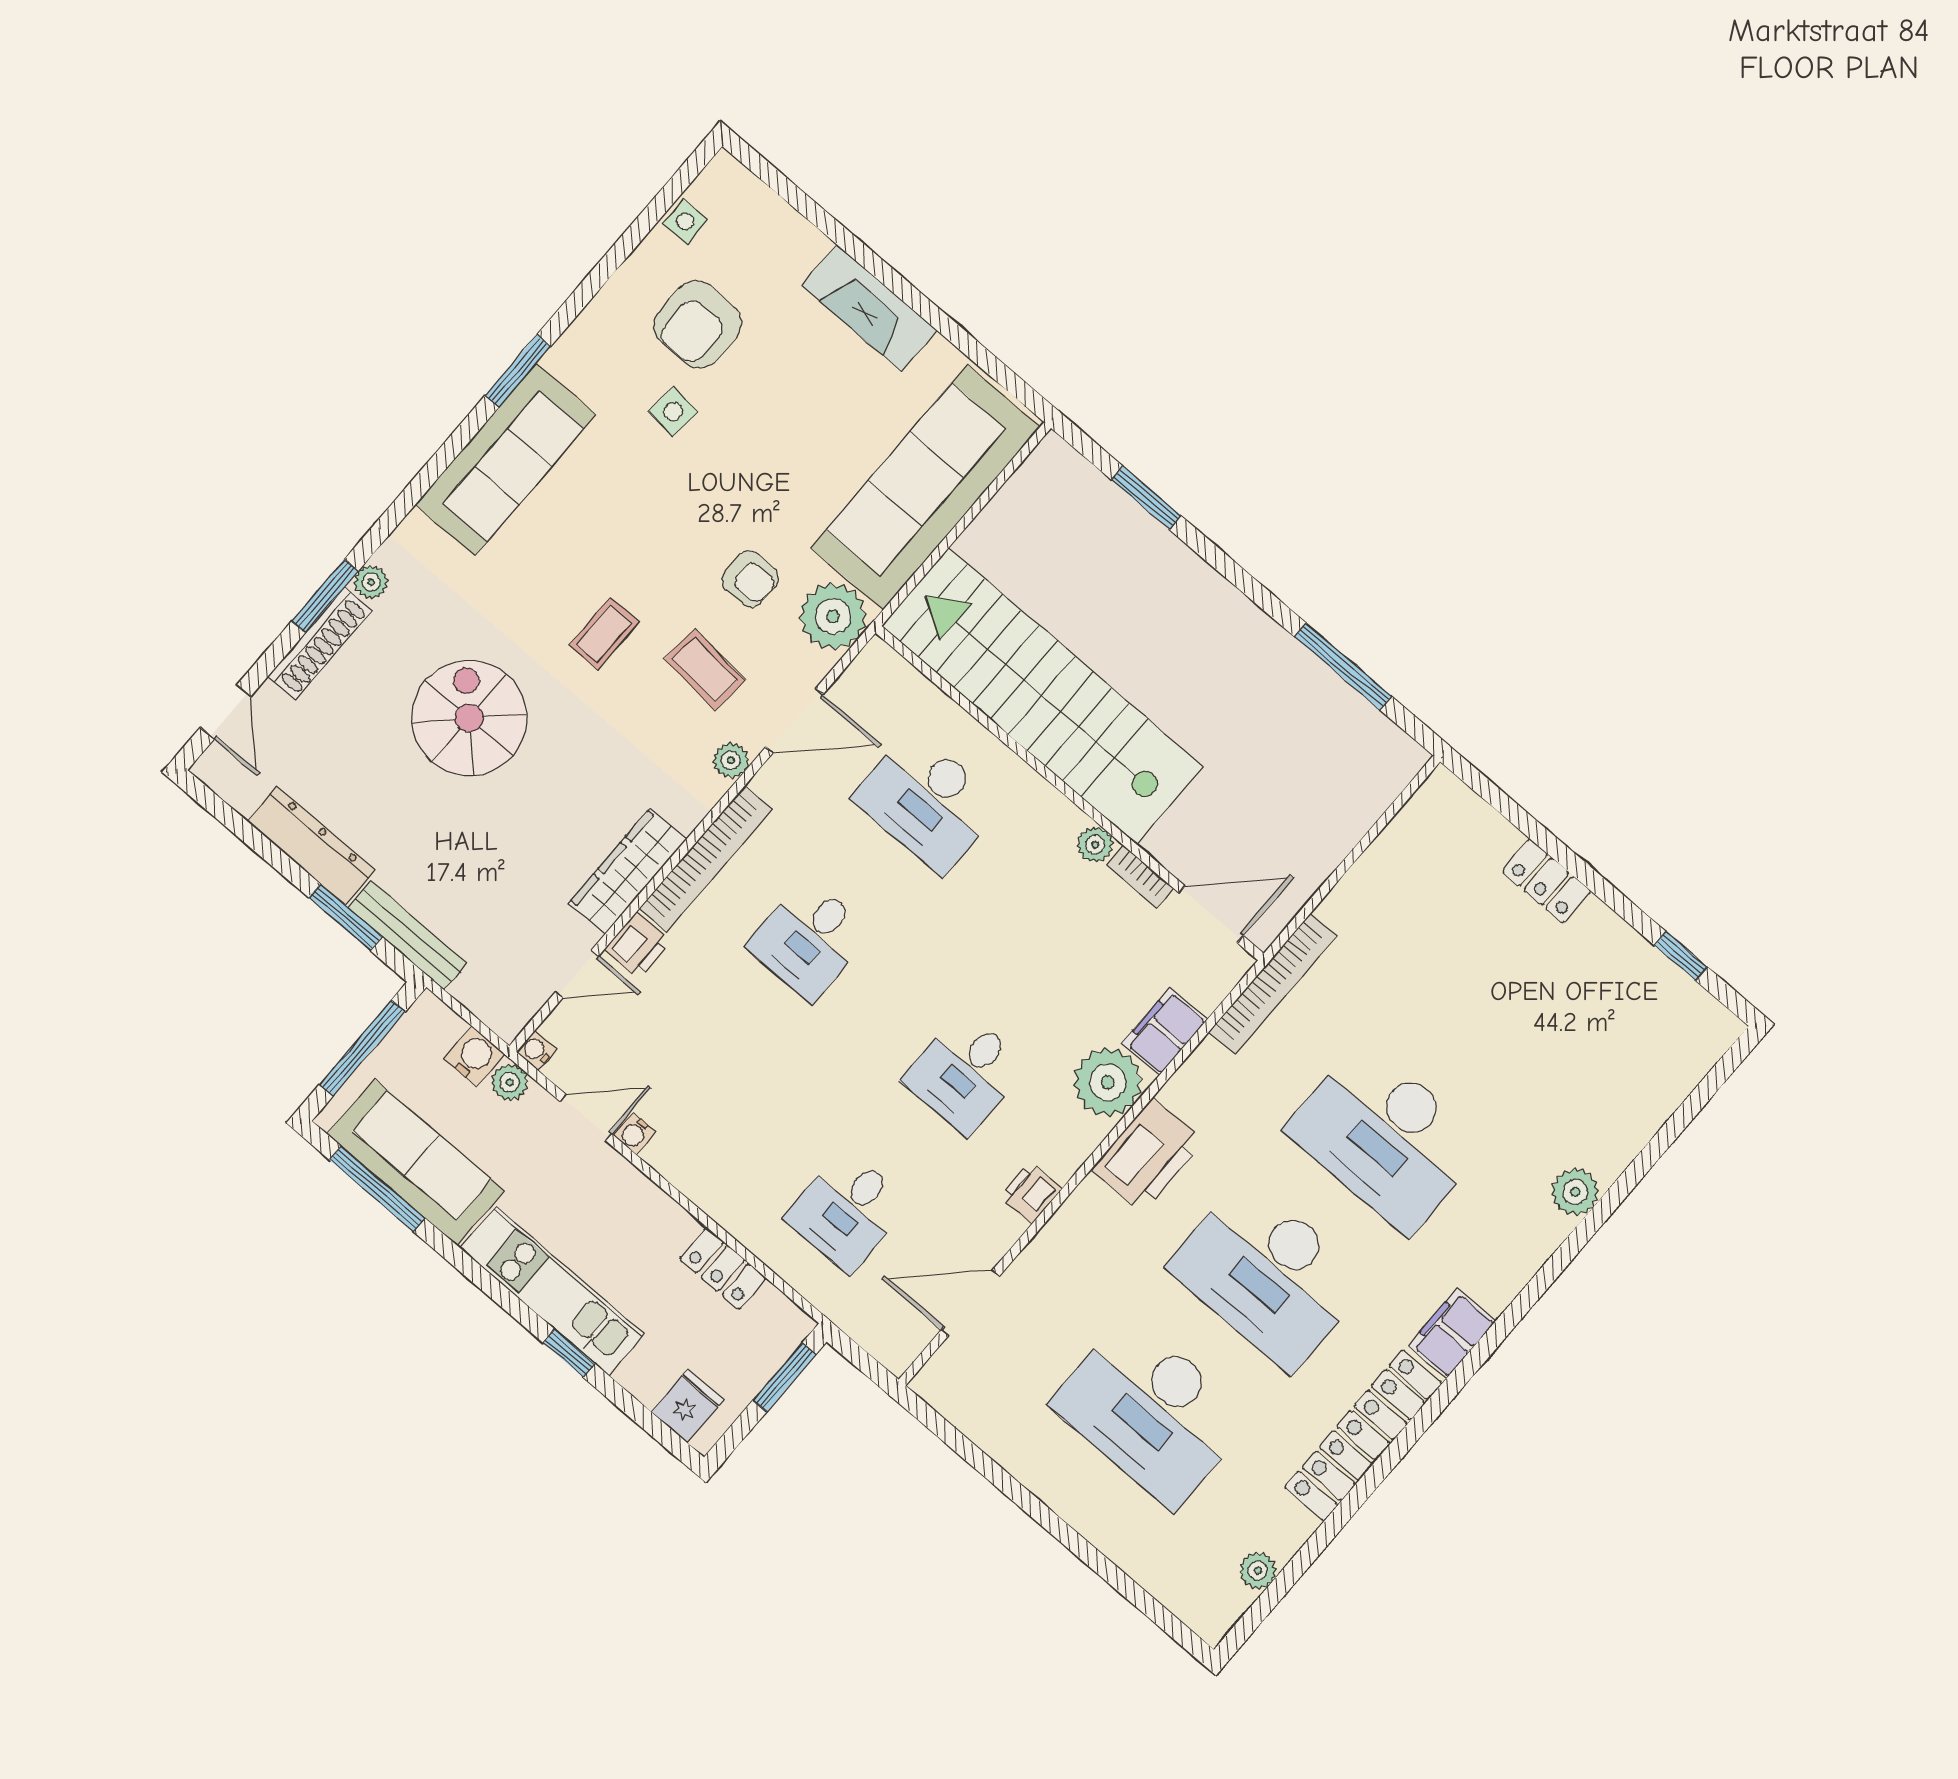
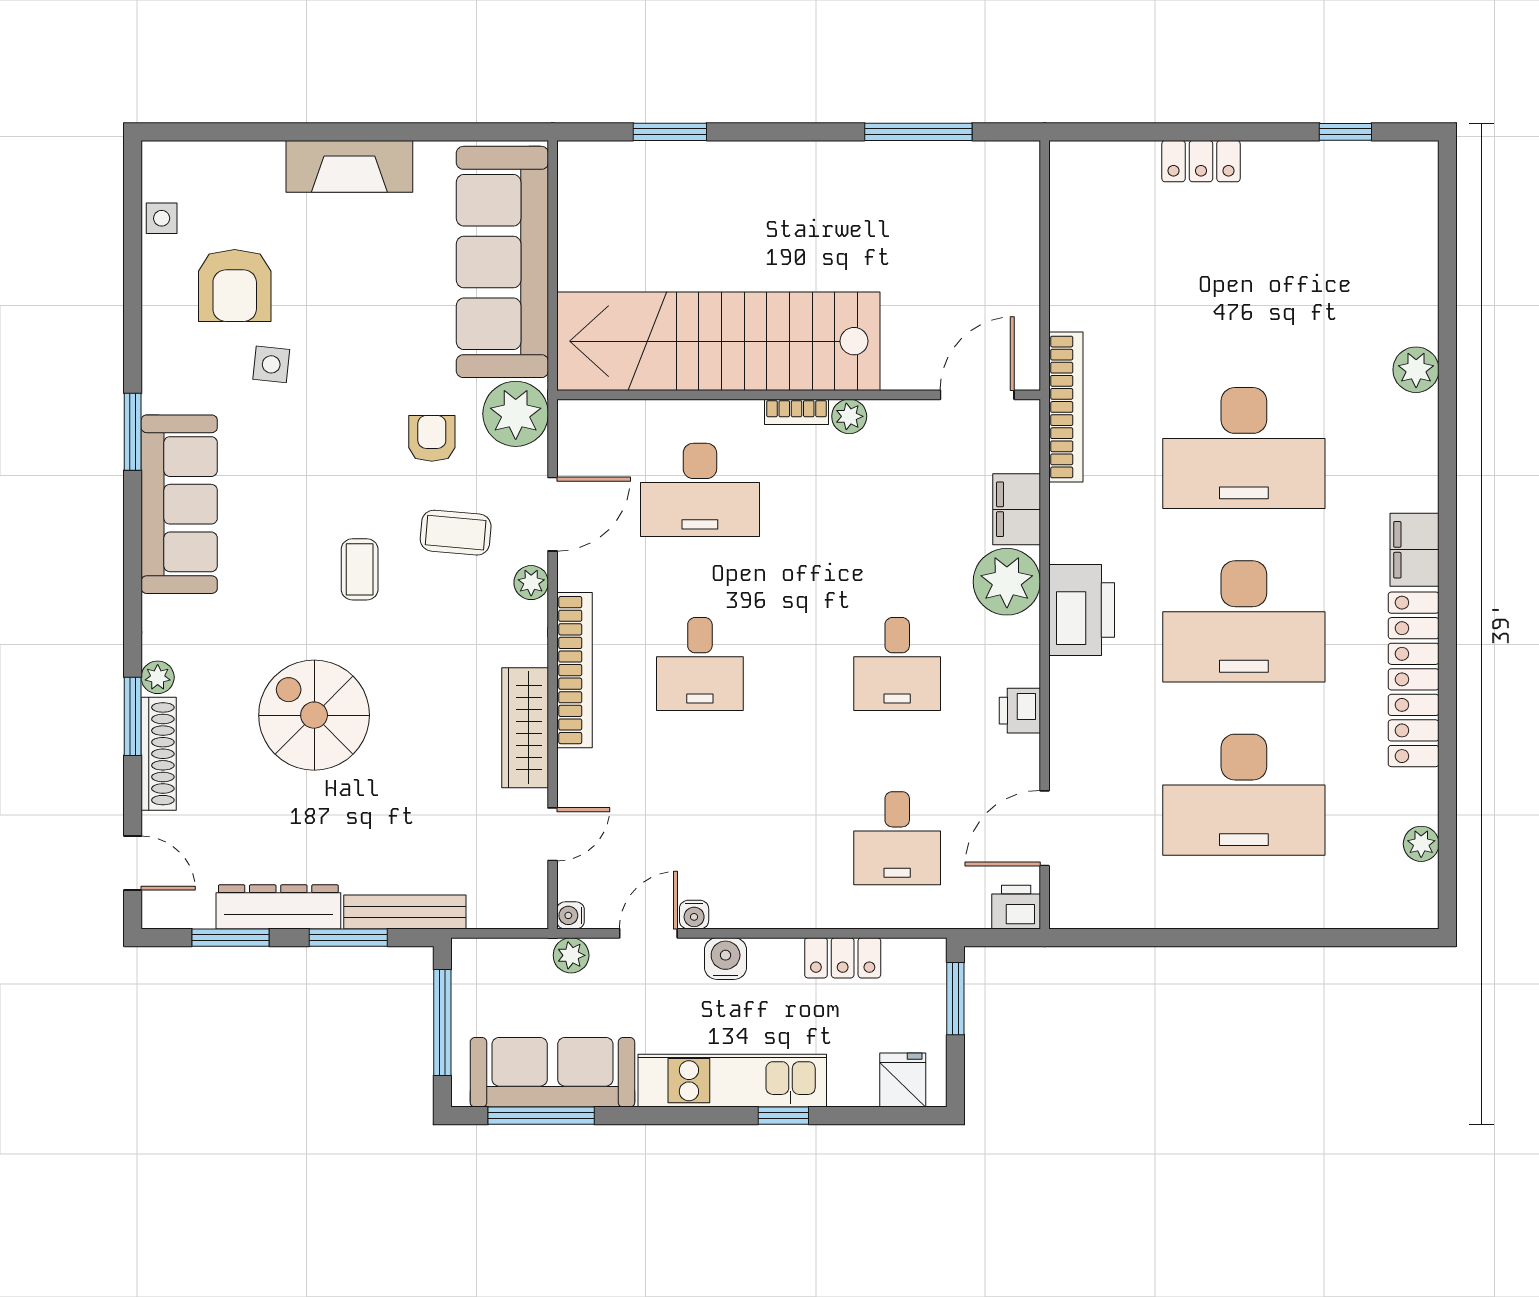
armchair: (750, 579) -> (432, 438), turned -90
window: (252, 837) -> (230, 938), added
bookcase: (1140, 877) -> (797, 412), moved
printer: (638, 945) -> (1016, 907), moved, turned -90
water cooler: (474, 1056) -> (726, 959), moved

